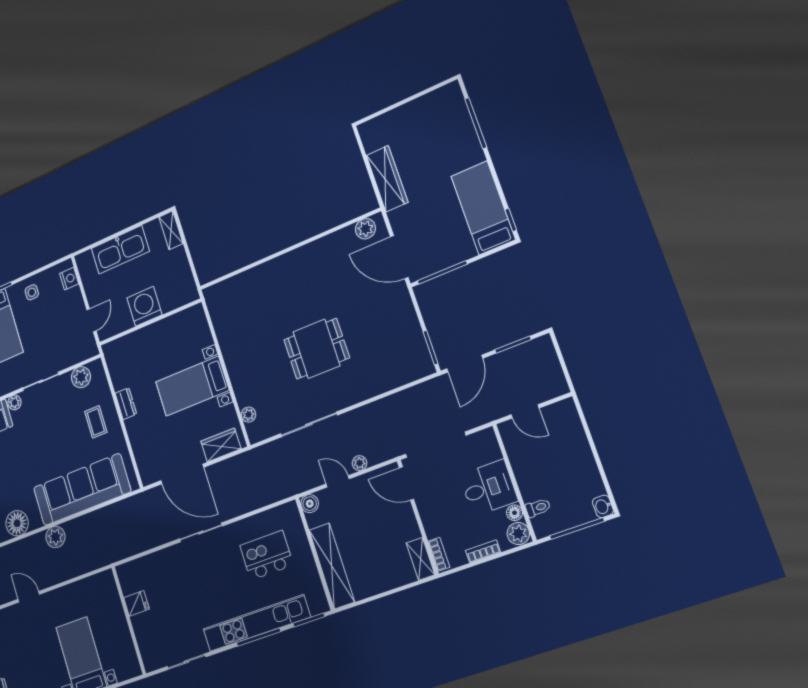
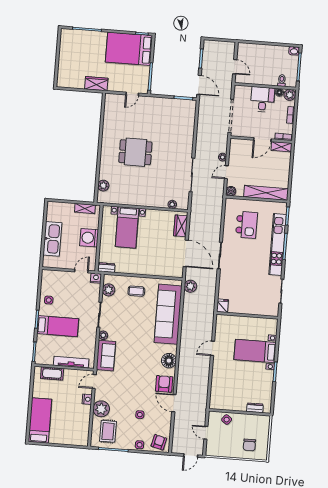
wardrobe: (387, 179) -> (96, 84), width x0.67
bed: (483, 208) -> (129, 49), width x1.50
plant: (365, 229) -> (103, 186), moved
shelving: (171, 230) -> (85, 208), moved
door: (399, 257) -> (132, 94), width x0.53
nightstand: (69, 279) -> (96, 278), moved
door: (91, 320) -> (81, 271), hinge flipped
dining table: (317, 349) -> (135, 152), moved, turned 90
bed with nightstands: (192, 386) -> (127, 227), moved
dresser: (126, 404) -> (107, 267), moved
door: (525, 411) -> (235, 67), hinge flipped
door: (182, 474) -> (186, 253), hinge flipped
door: (406, 484) -> (262, 140), moved
plant: (55, 537) -> (190, 286), moved
kitchen island: (267, 555) -> (246, 225), turned 180
door: (29, 597) -> (213, 348), moved
fridge: (136, 603) -> (222, 306), moved

